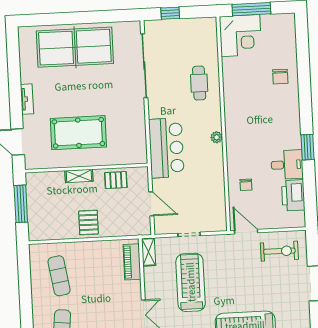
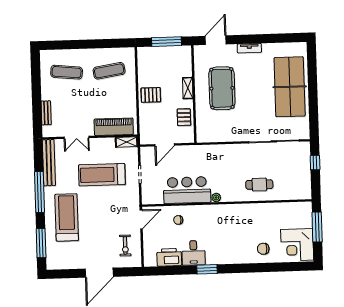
corner desk: (240, 36) -> (297, 245), moved
bar counter: (166, 148) -> (187, 190), moved, turned 180
exercise bike: (279, 251) -> (125, 245), width x0.73, depth x0.72
piano: (132, 262) -> (114, 127), width x1.37, depth x1.33
treadmill: (191, 282) -> (102, 175), turned 180

